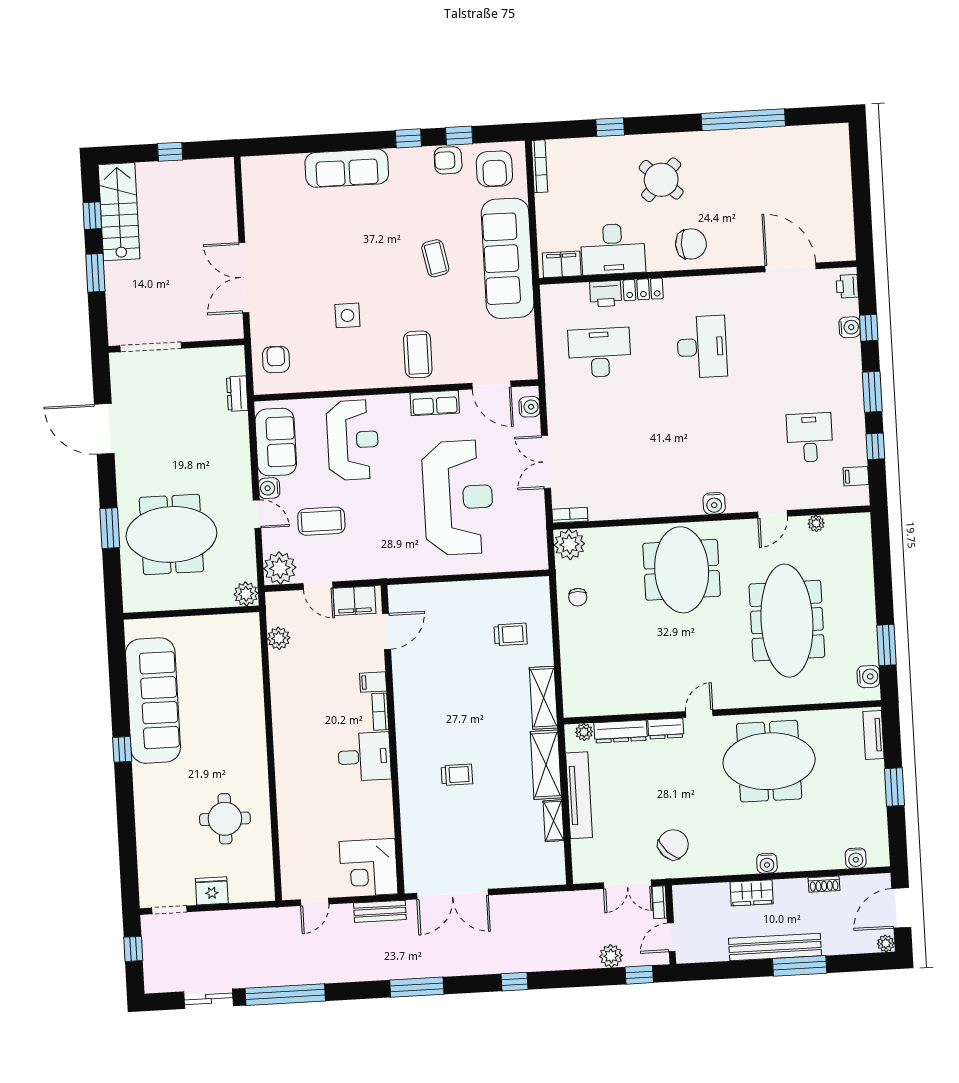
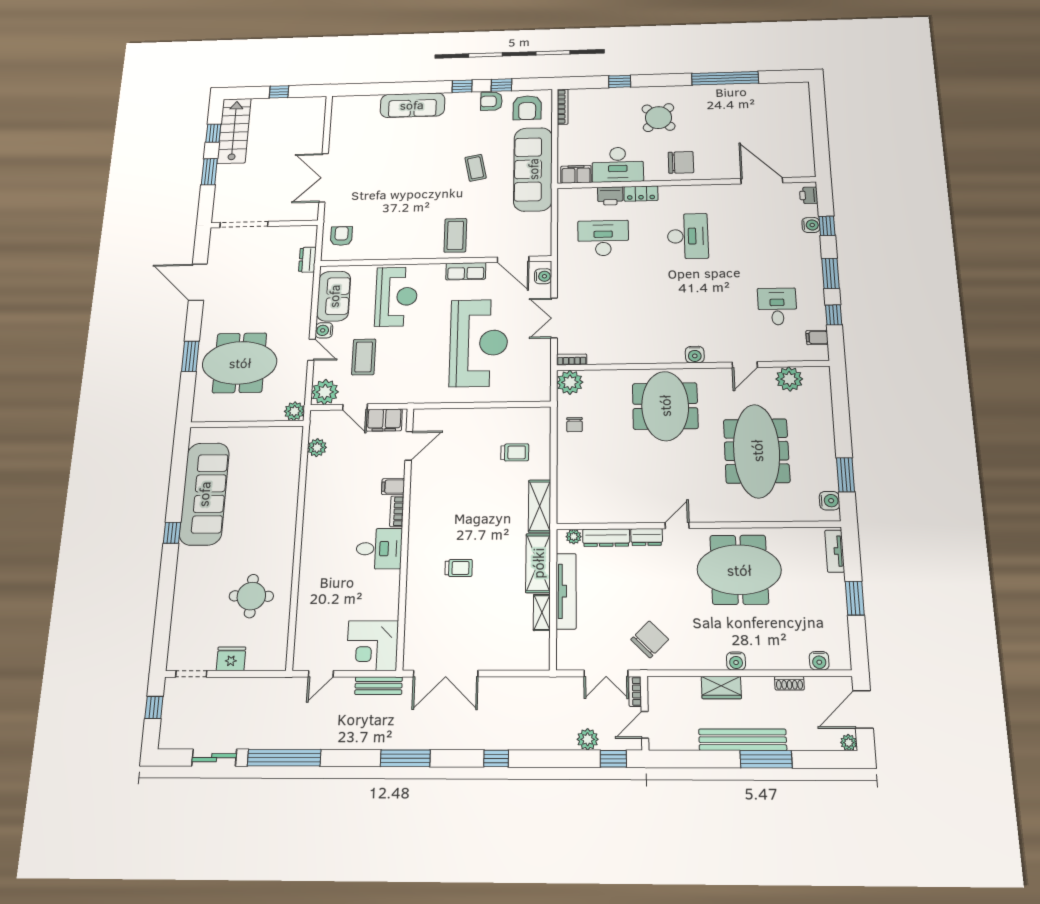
side table: (347, 315) -> (402, 206), removed
coffee table: (321, 521) -> (364, 357), turned 90
plant: (816, 523) -> (789, 379), width x1.88, depth x1.88

